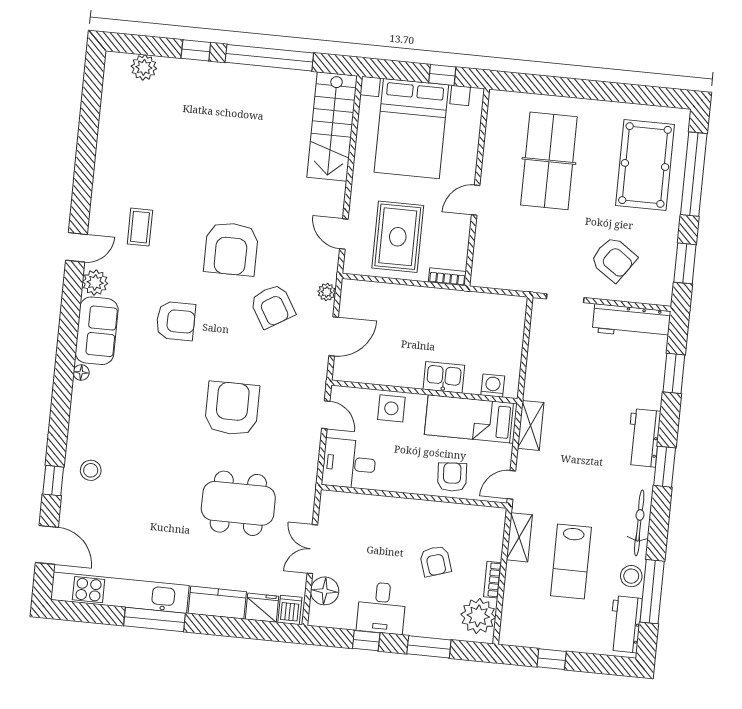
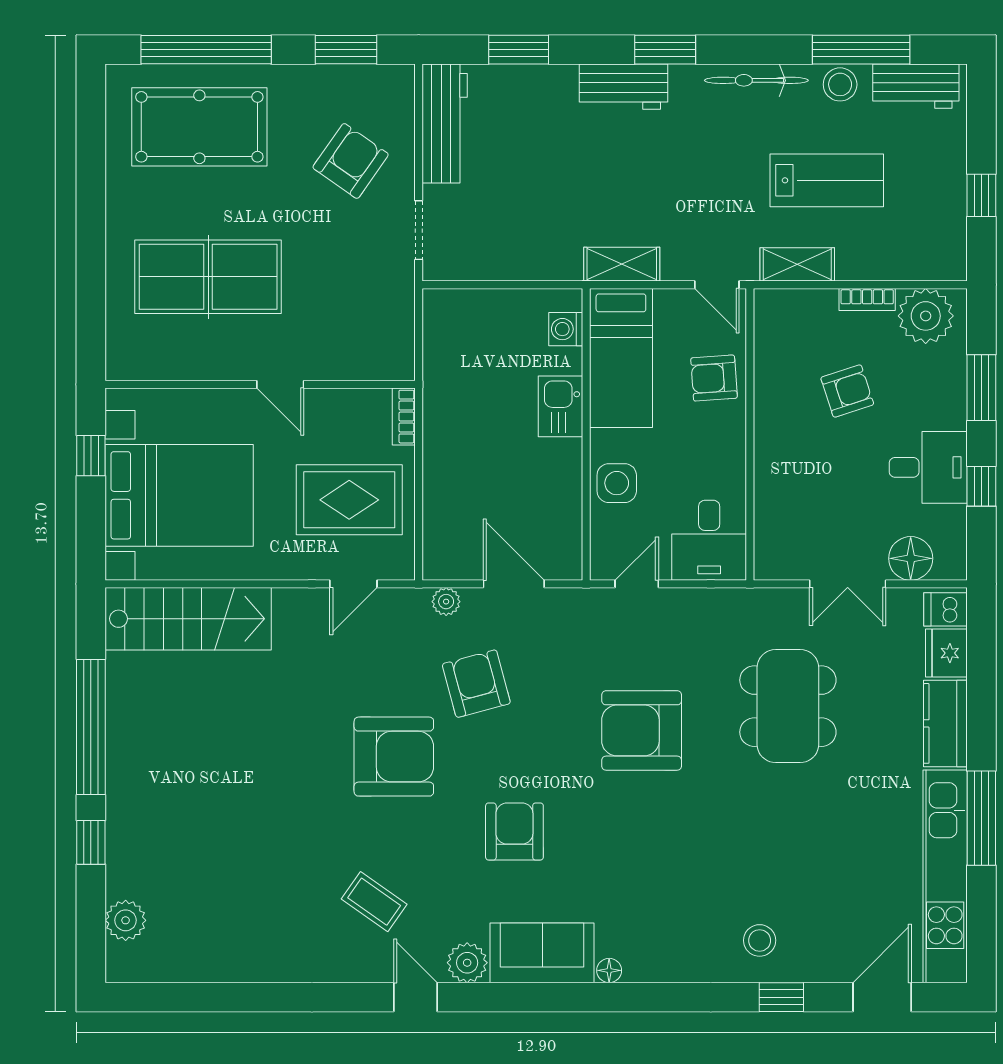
coffee table: (140, 227) -> (374, 902), turned 35
armchair: (272, 306) -> (476, 684), turned -74

